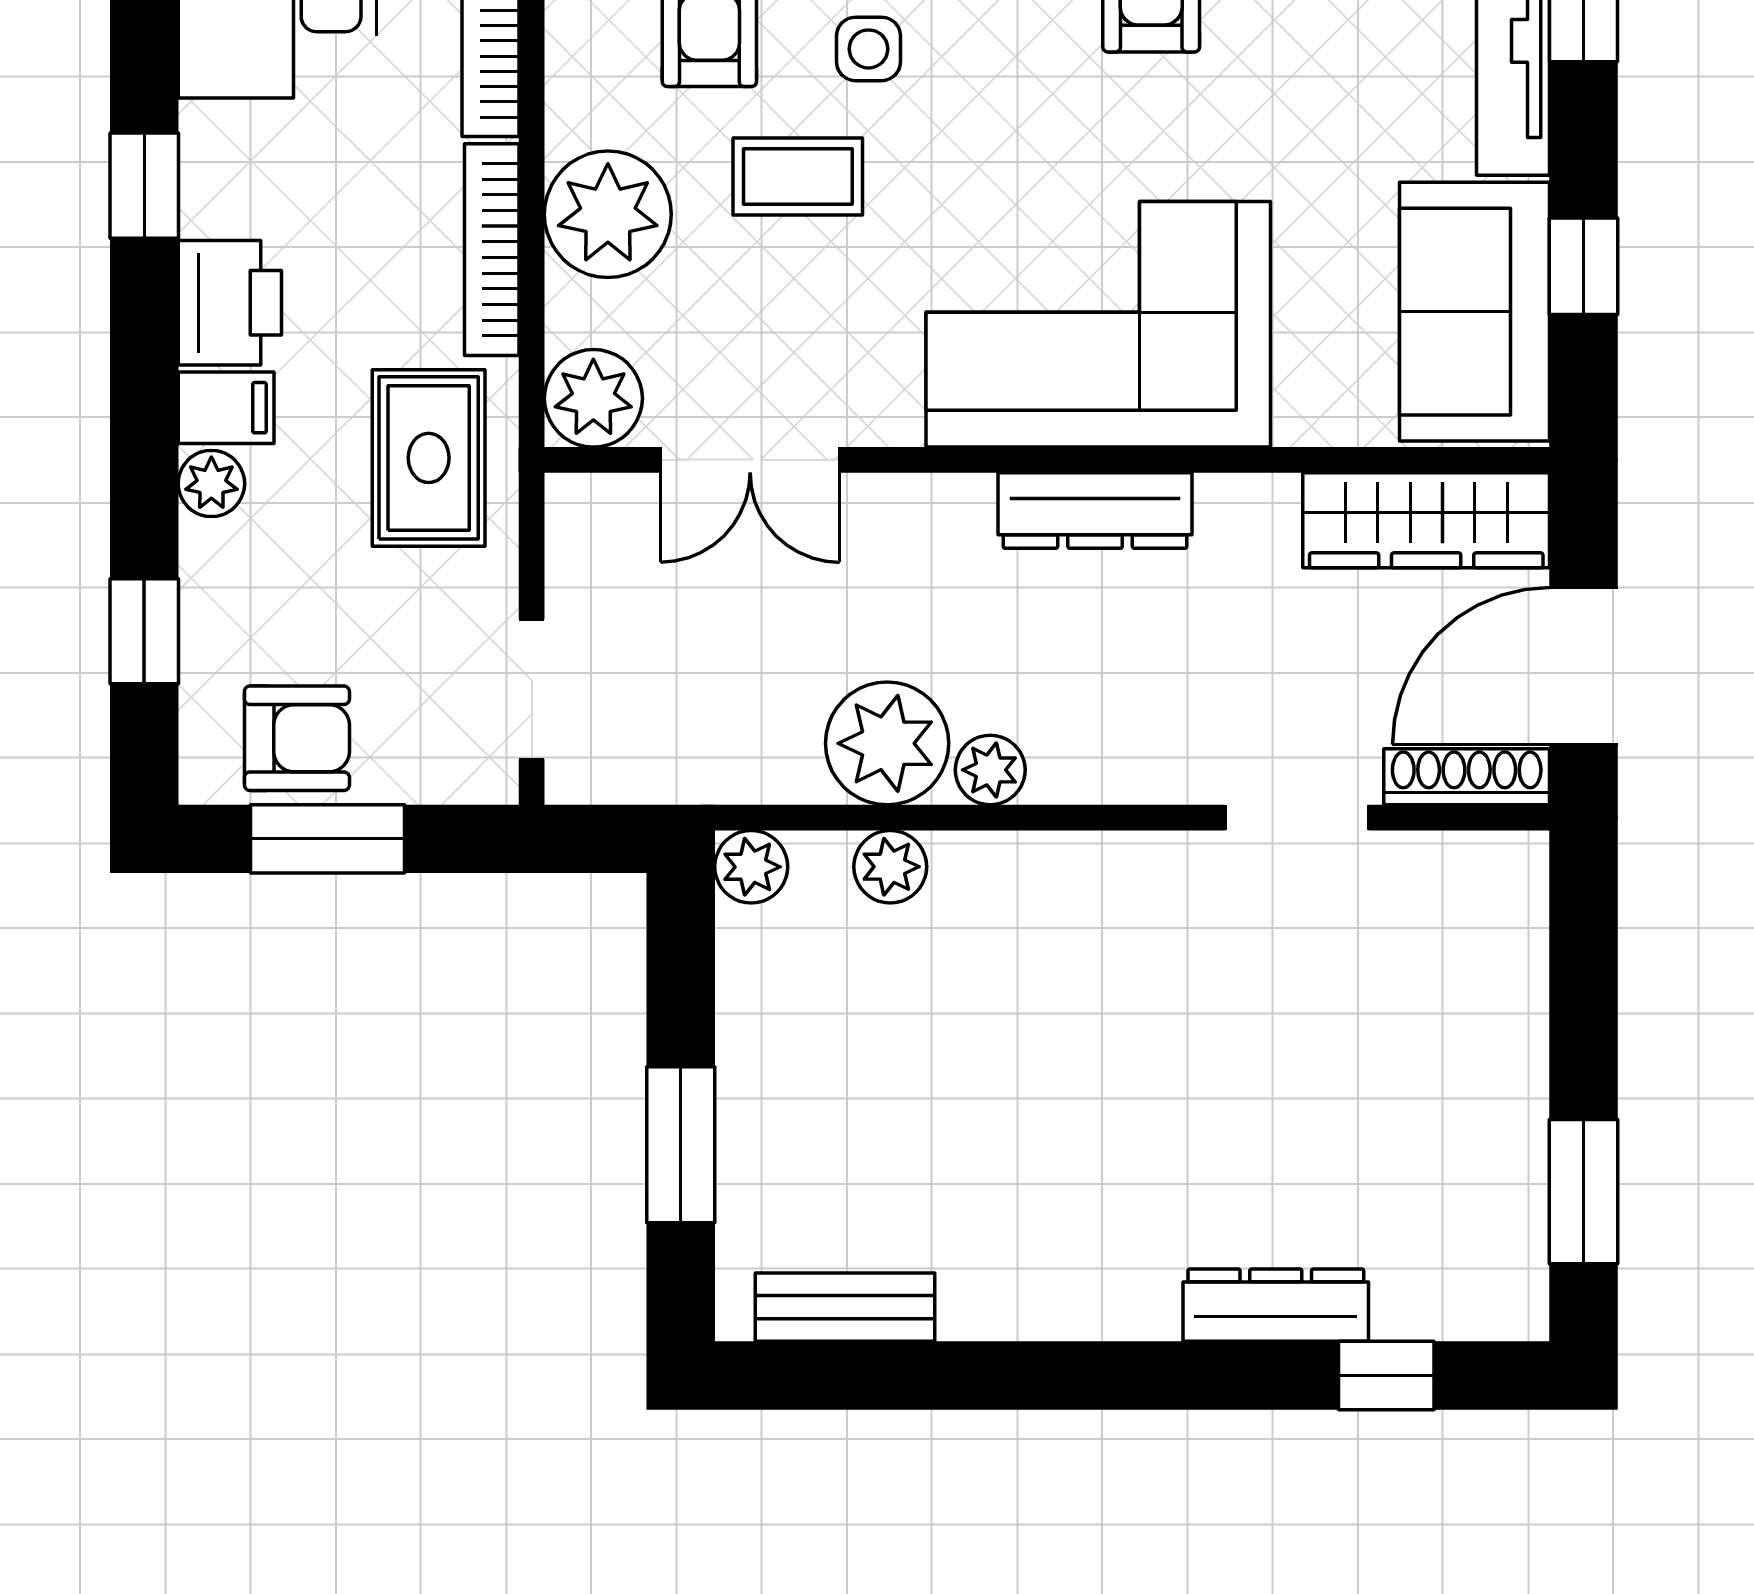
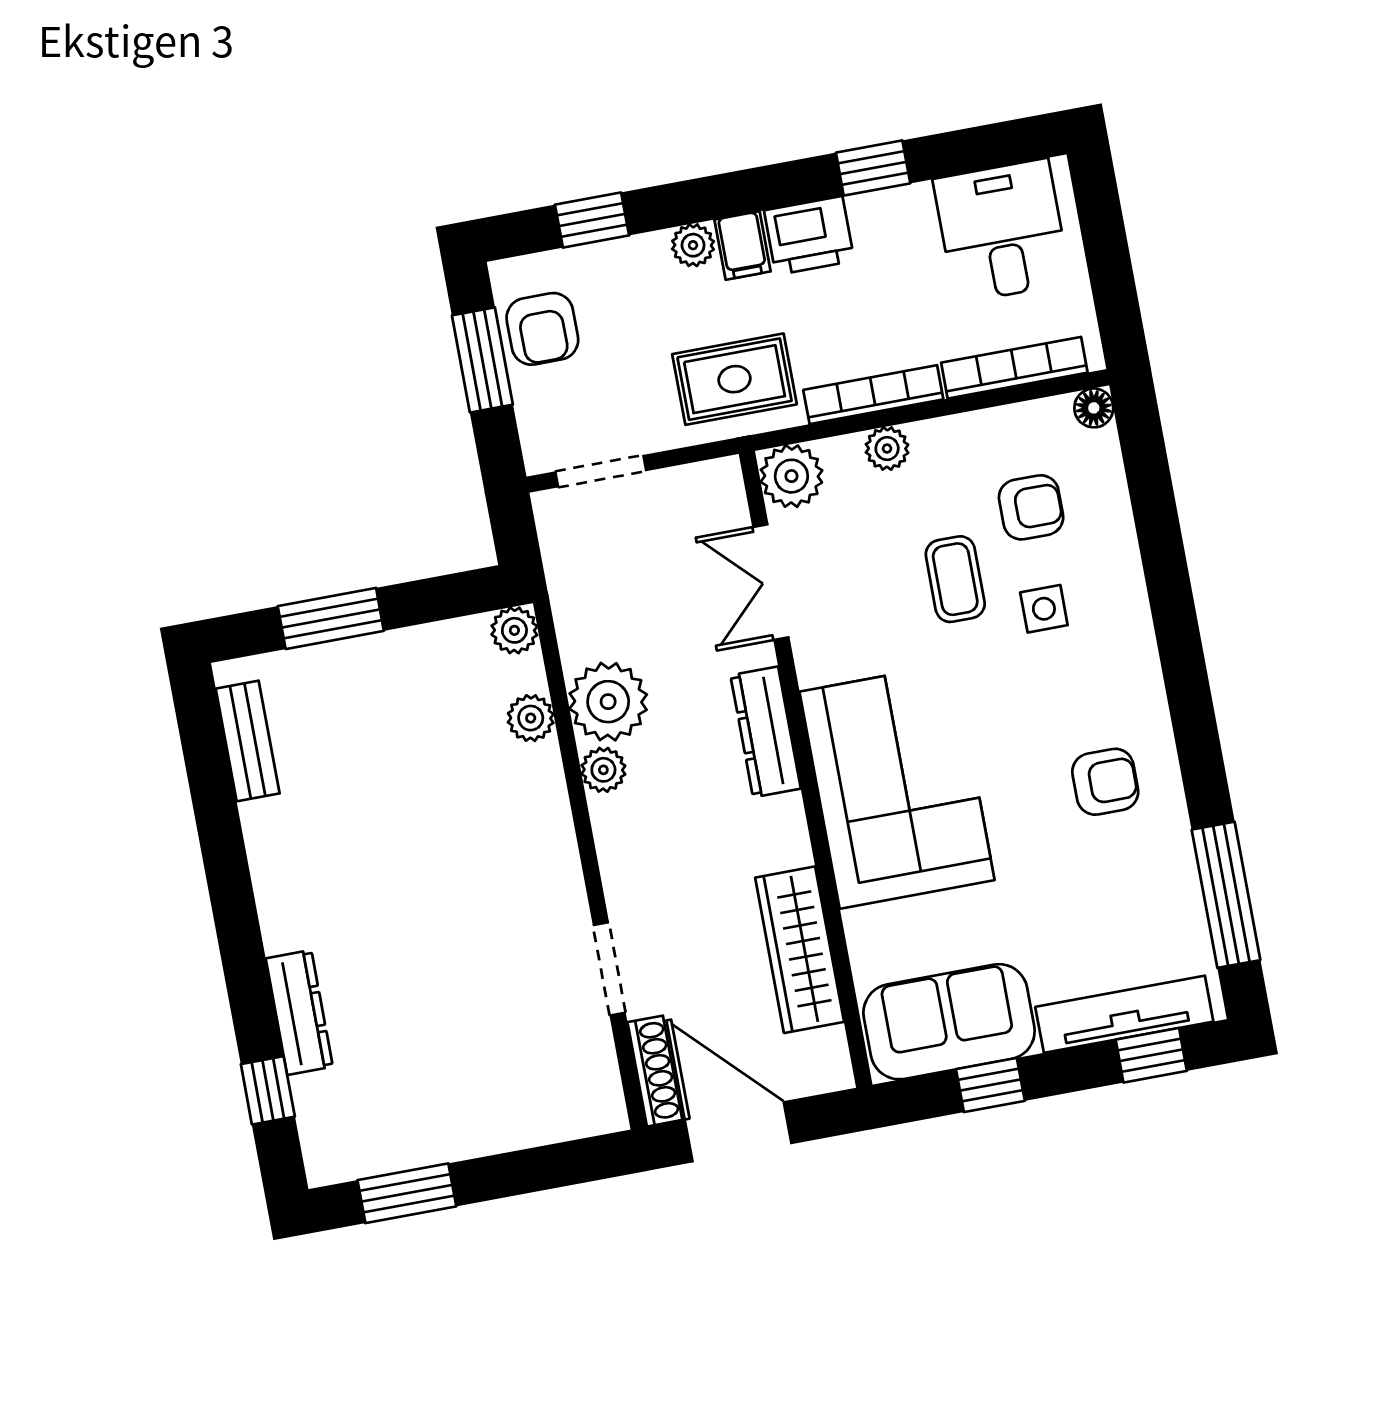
plant: (608, 214) -> (887, 449), width x0.53, depth x0.53
dresser: (1095, 511) -> (766, 732), moved
wardrobe: (1426, 520) -> (800, 950), moved

